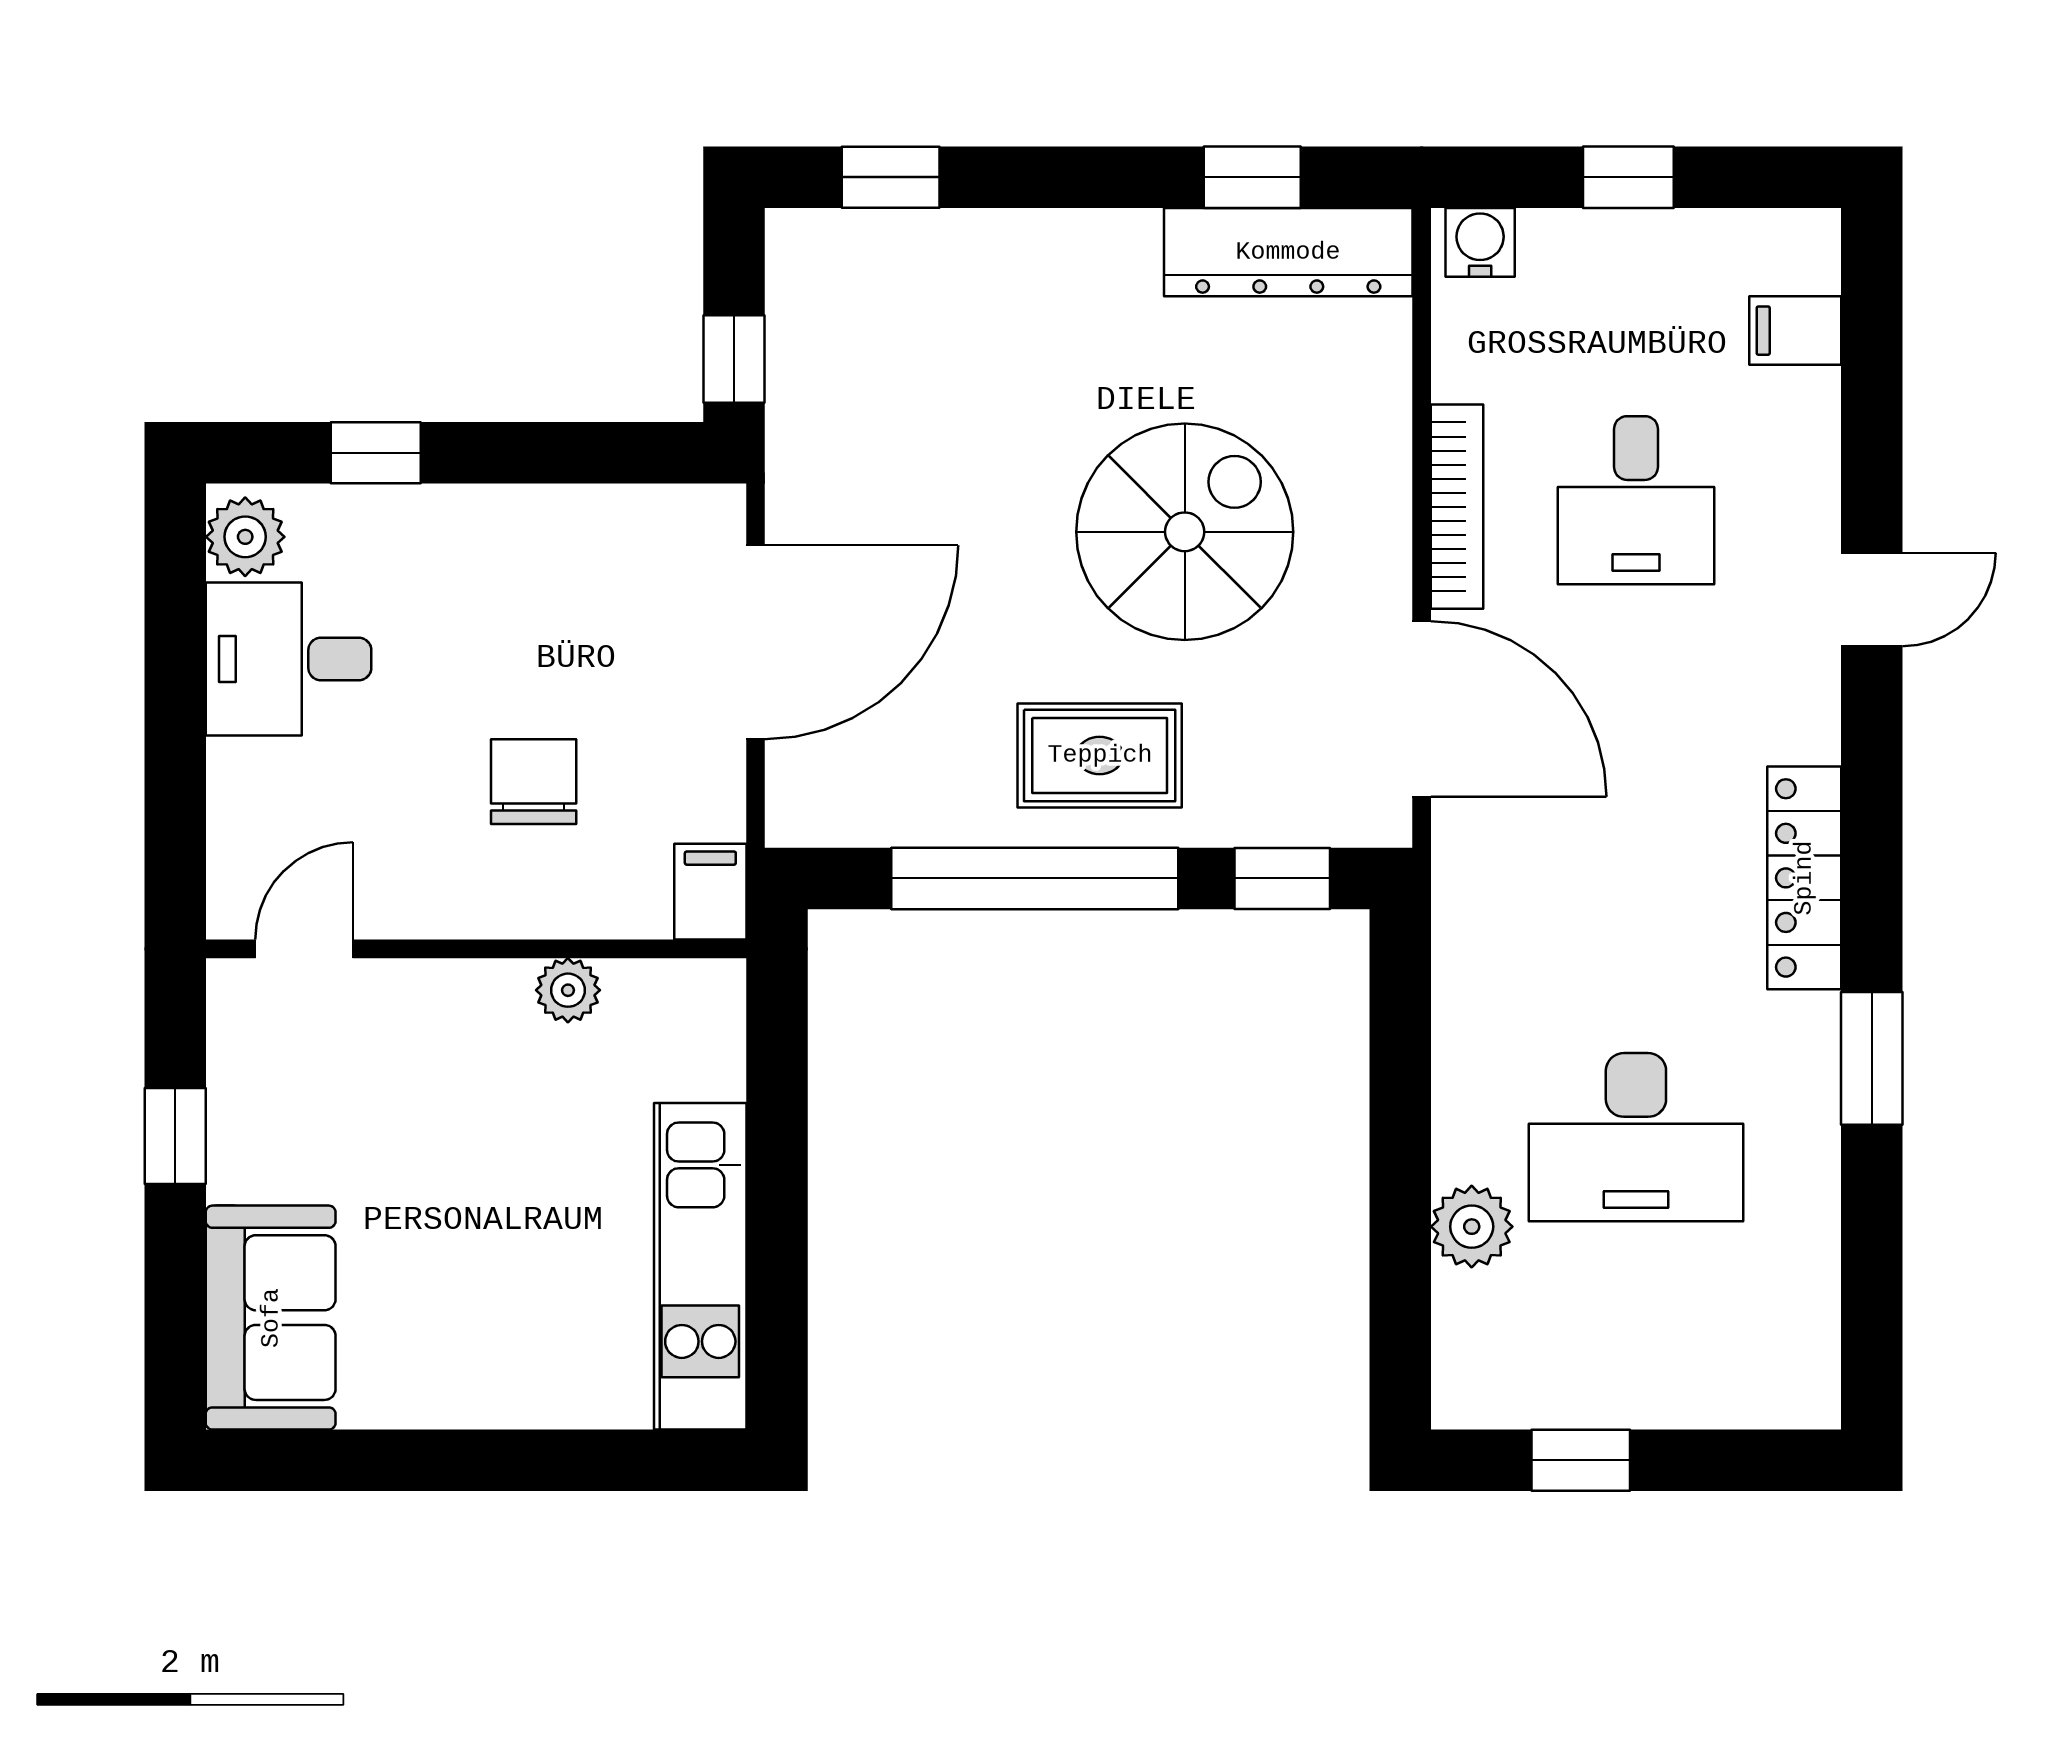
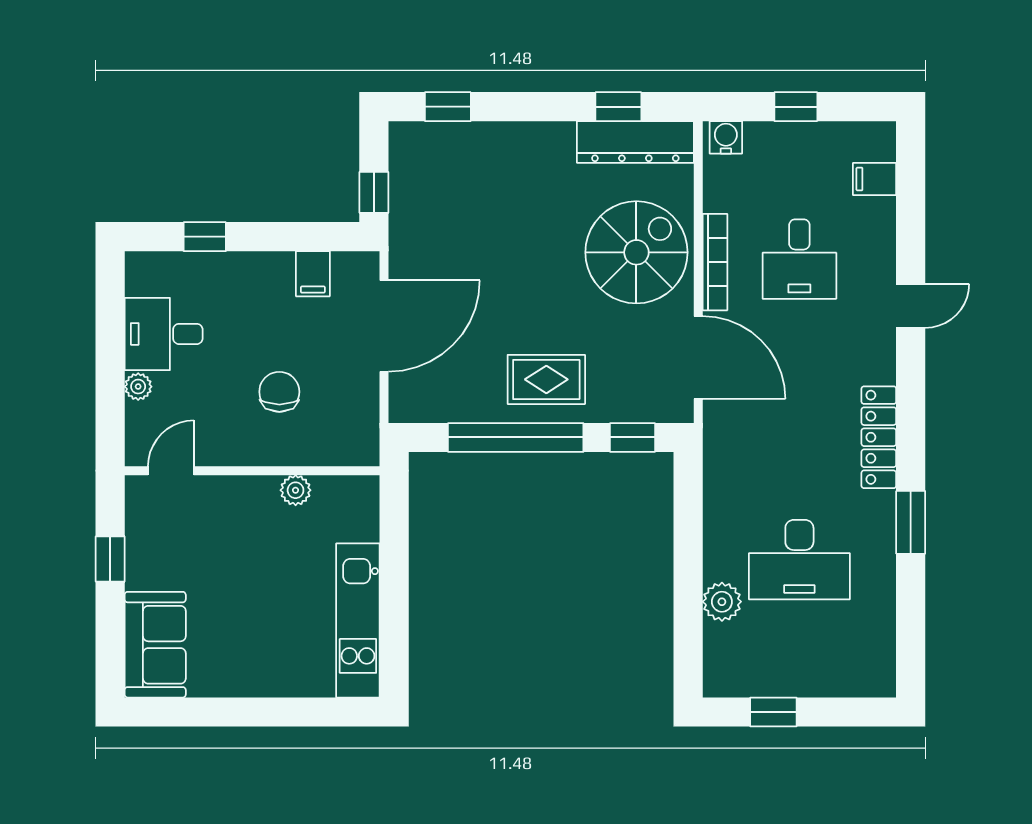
spiral stairs: (1185, 532) -> (636, 252), moved
plant: (245, 537) -> (138, 387), moved, width x0.73, depth x0.73
filing cabinet: (710, 892) -> (313, 274), moved, turned 180

